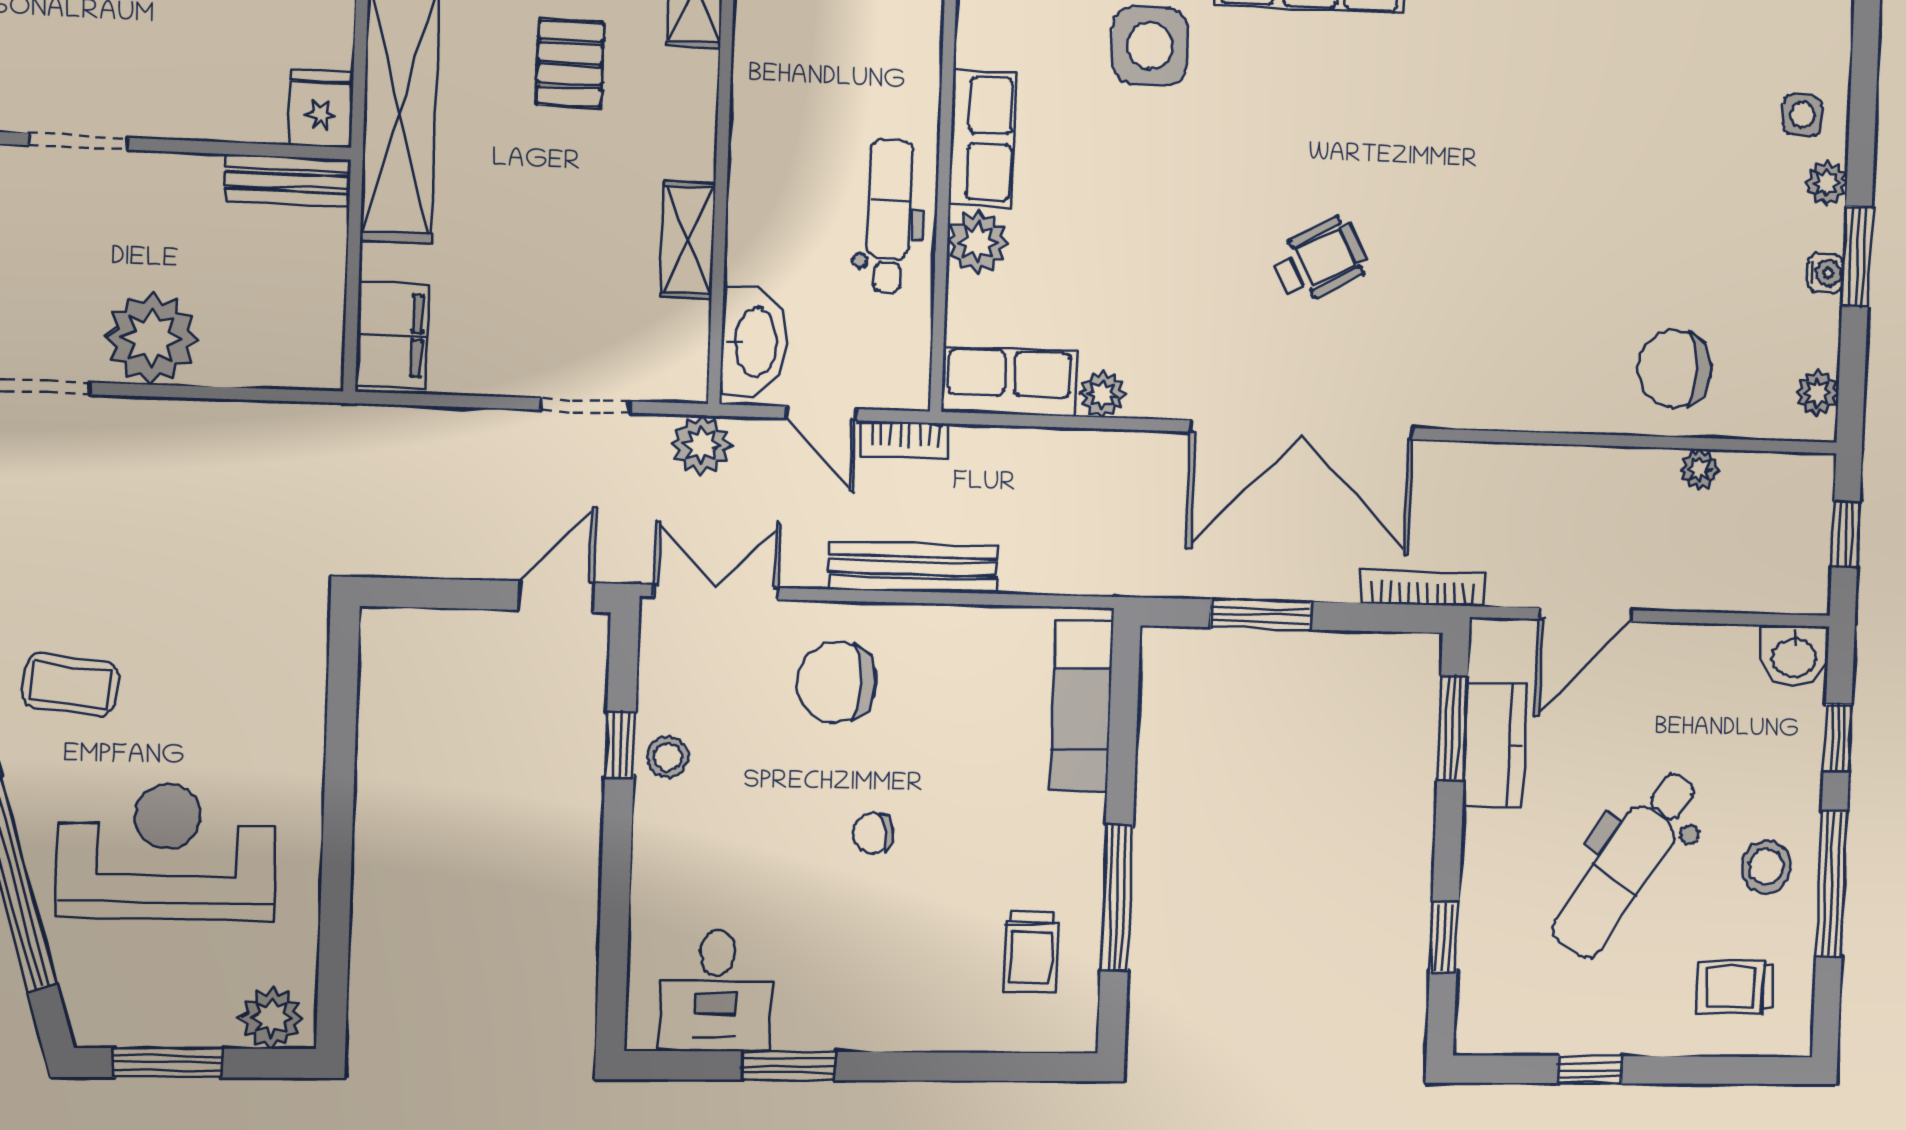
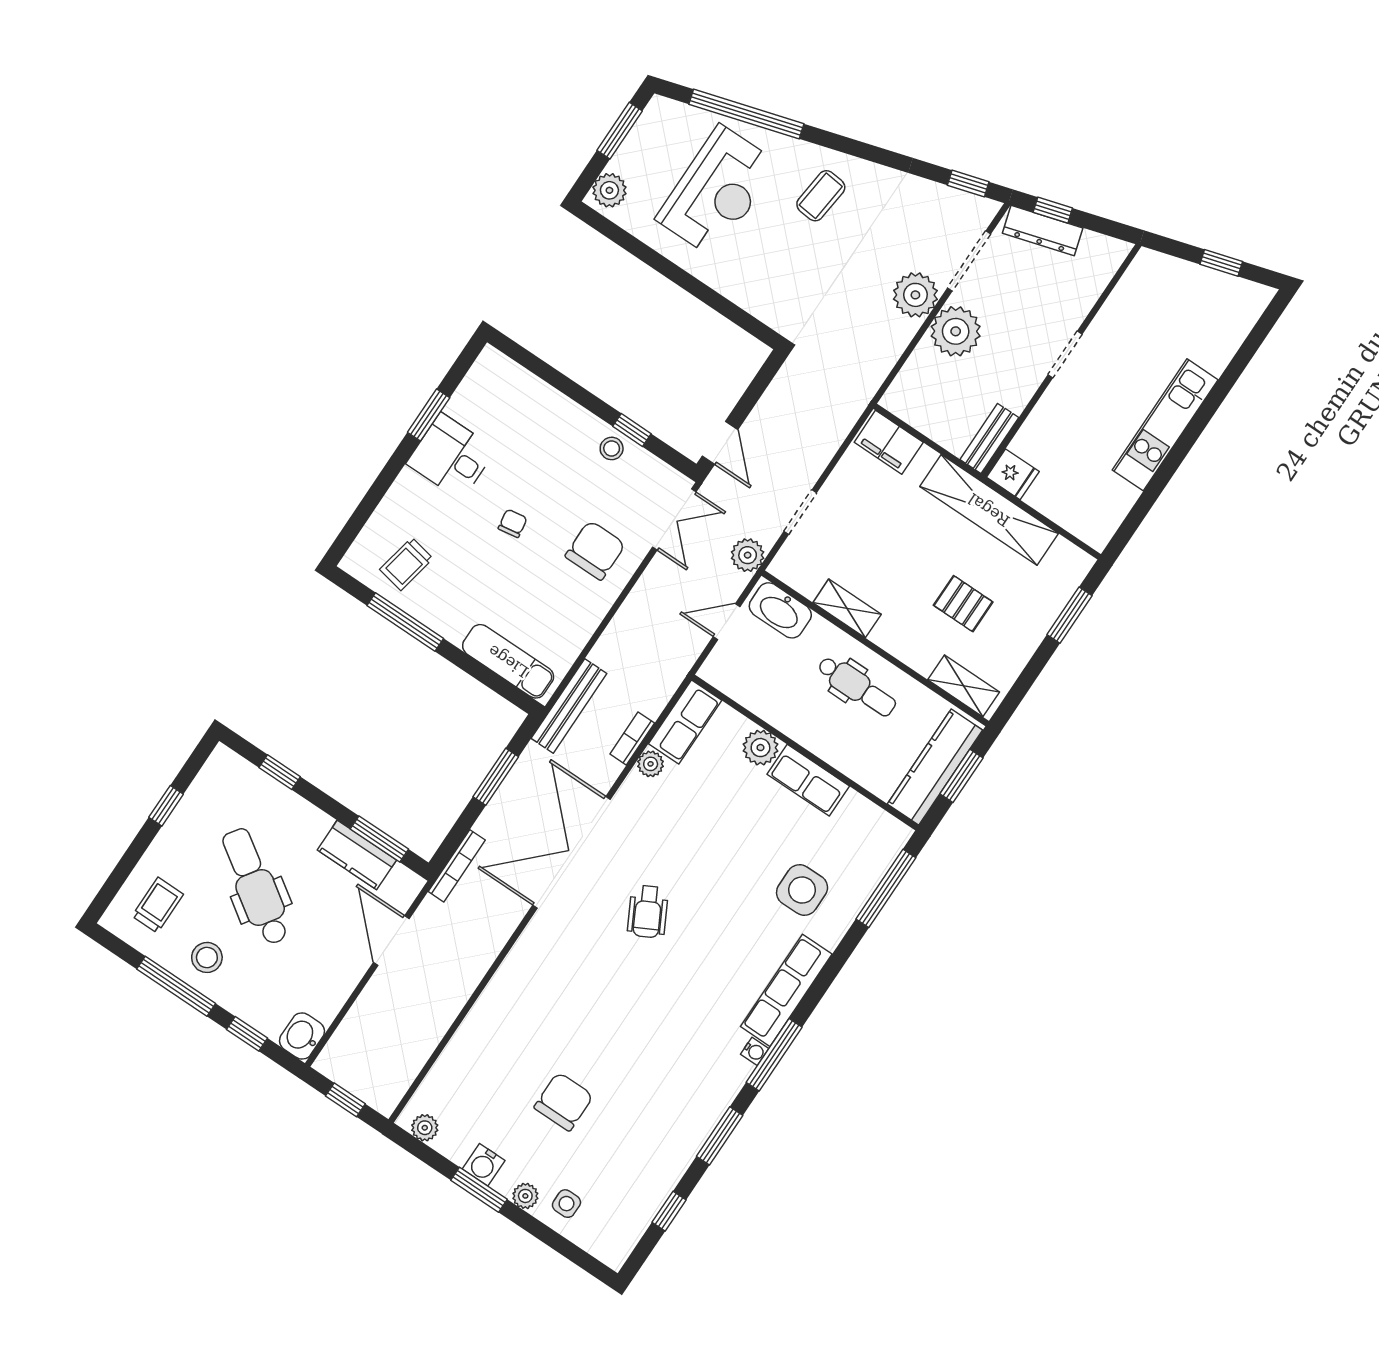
dental chair: (889, 216) -> (857, 686), moved
water cooler: (1825, 273) -> (484, 1165), width x1.38, depth x1.38
chair: (1674, 369) -> (564, 1102), moved
bookcase: (905, 440) -> (632, 738), moved
plant: (1699, 470) -> (915, 295), moved, width x1.88, depth x1.88
bench: (913, 567) -> (569, 706), moved
trolley: (1031, 952) -> (406, 564), turned -79
desk: (716, 990) -> (451, 456), moved

